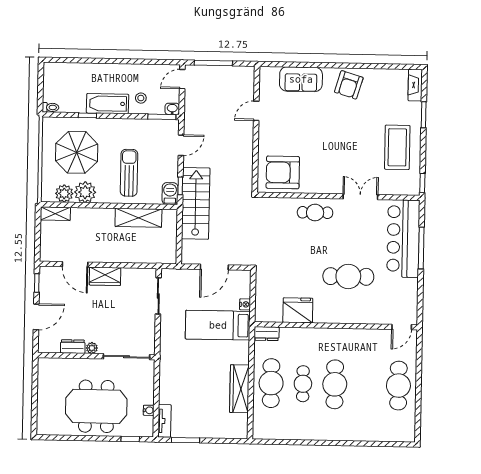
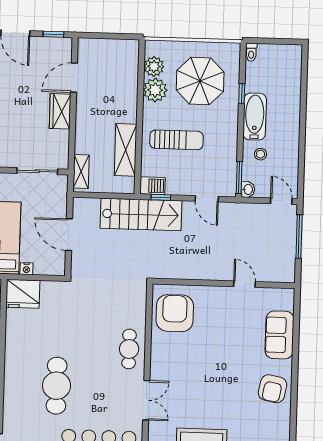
armchair: (349, 85) -> (273, 389), turned -96
shelving: (55, 214) -> (81, 172), moved
fridge: (298, 310) -> (23, 294), moved, turned 90

